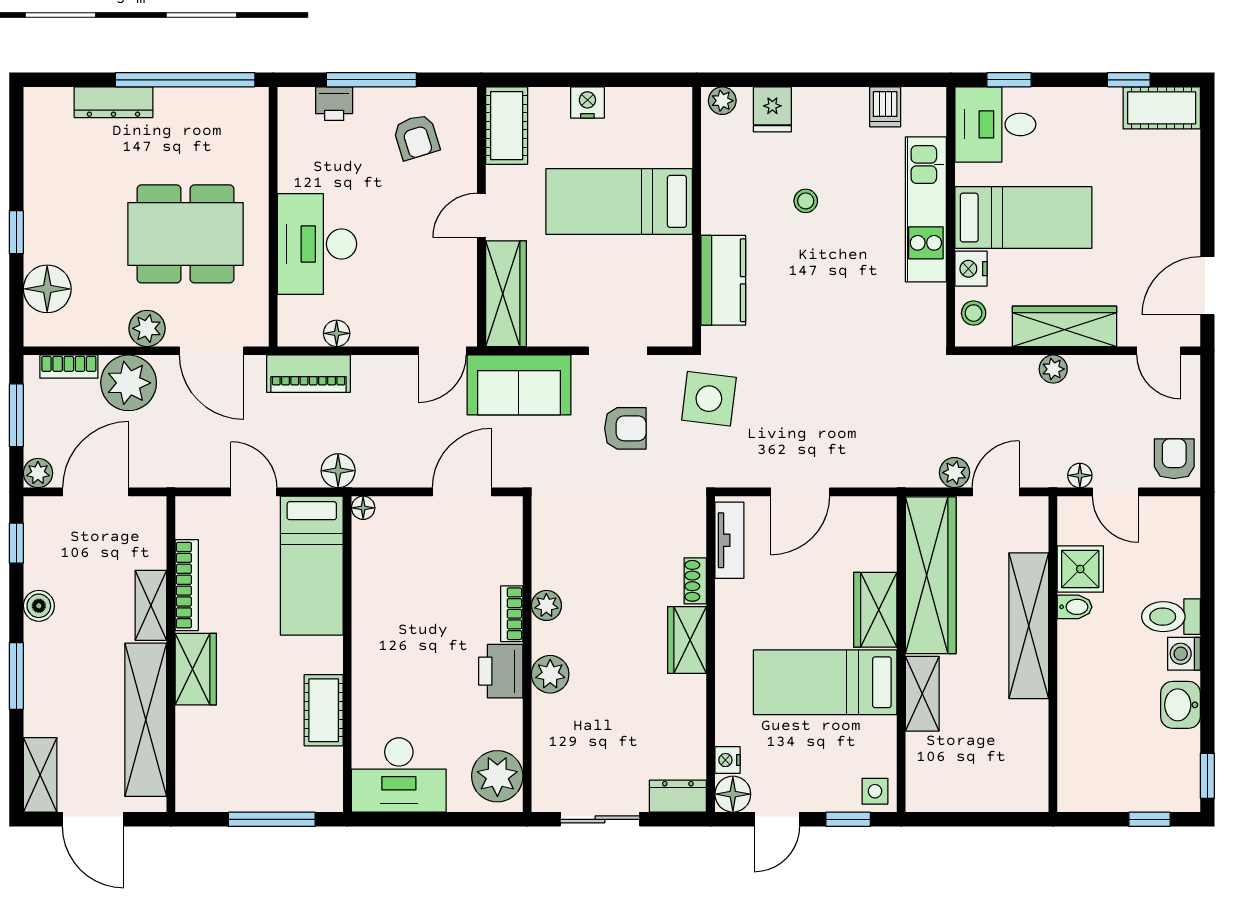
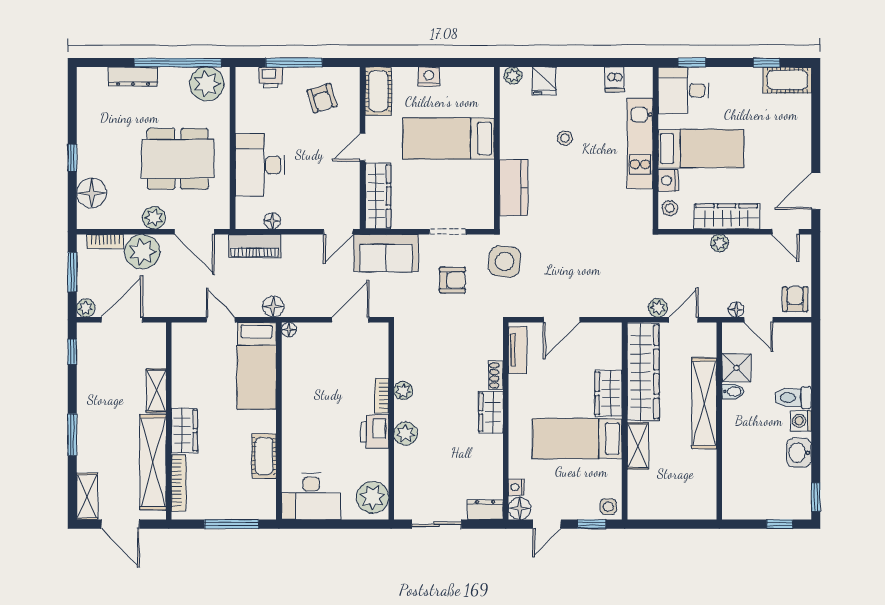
plant: (232, 114) -> (207, 84), added
bookcase: (187, 585) -> (179, 483), moved
boiler: (39, 606) -> (86, 391), removed

